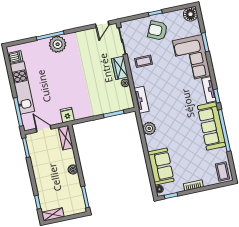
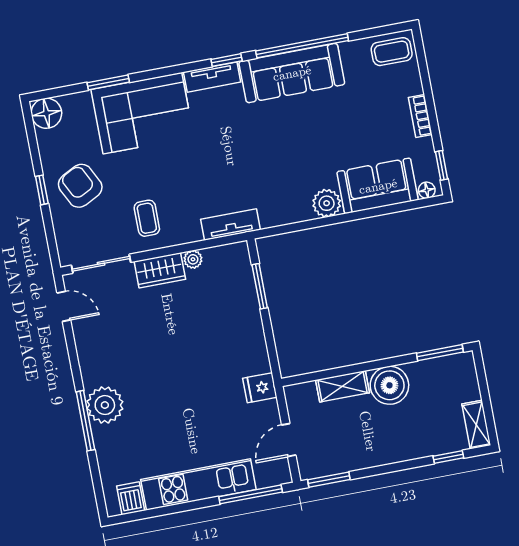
armchair: (158, 31) -> (80, 186), turned 128
plant: (149, 128) -> (327, 203), moved
shelving: (66, 138) -> (342, 386), moved
boiler: (73, 169) -> (389, 385), width x1.86, depth x1.86

